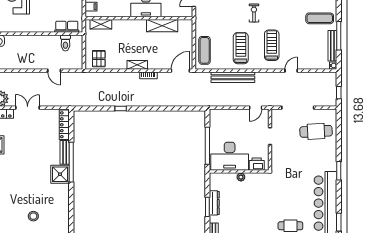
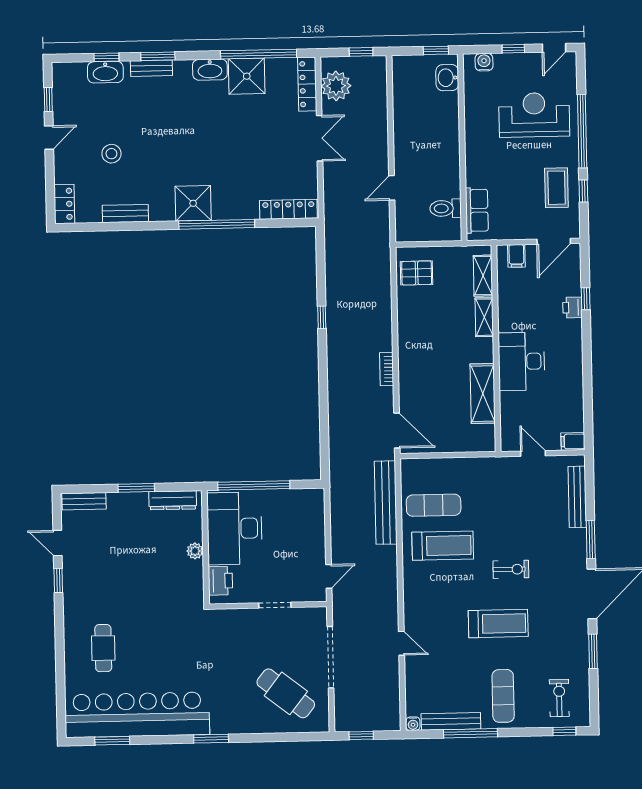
treadmill: (272, 45) -> (498, 624), moved
exercise mat: (205, 50) -> (434, 505), moved
shelving: (137, 65) -> (484, 317), moved
bench: (233, 77) -> (386, 503), moved
door: (256, 108) -> (329, 576), swing flipped
cafe table: (316, 131) -> (286, 693), turned -49
bench: (65, 152) -> (125, 214), moved
dresser: (214, 203) -> (173, 500), moved

